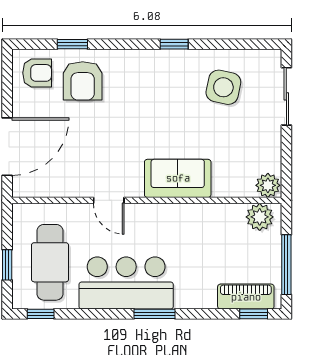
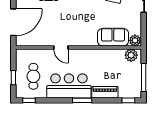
sofa: (178, 178) -> (113, 37), moved
cafe table: (50, 262) -> (33, 76), width x0.73, depth x0.74
piano: (246, 297) -> (105, 92), moved

